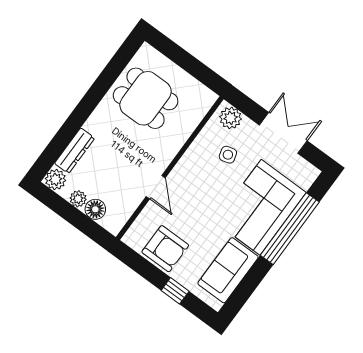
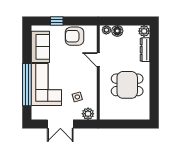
dining table: (146, 98) -> (127, 85), moved
plant: (78, 199) -> (106, 30), moved

